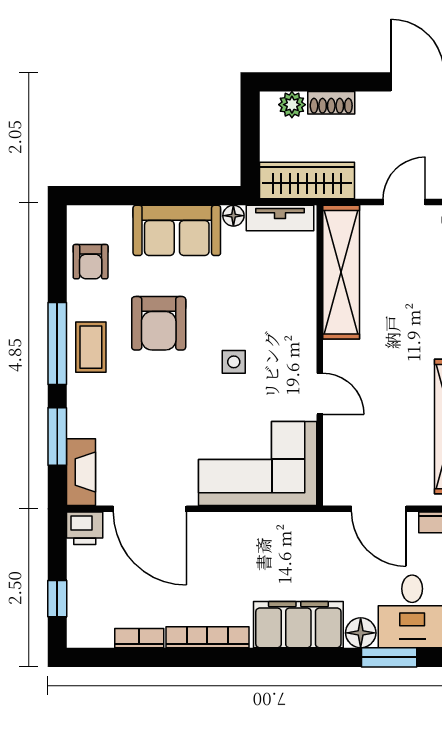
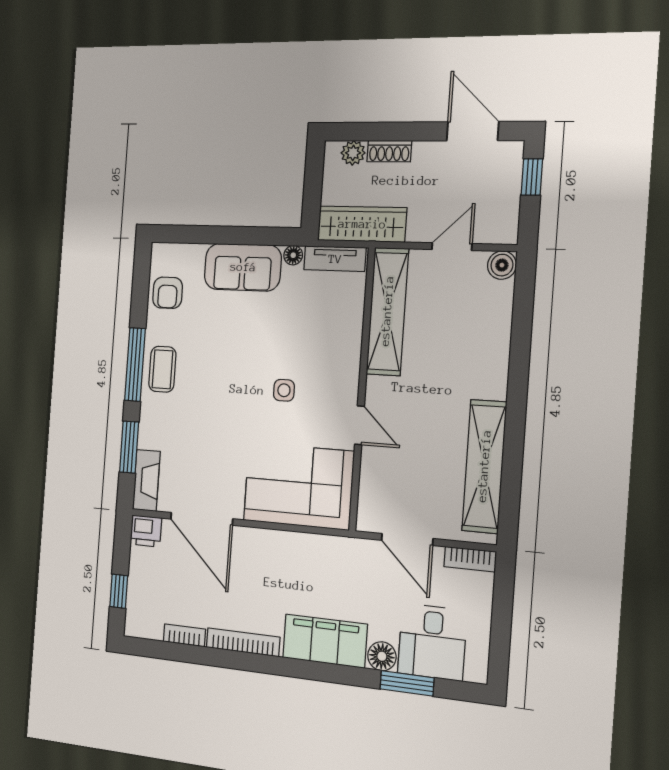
armchair: (159, 323) -> (221, 351), removed

